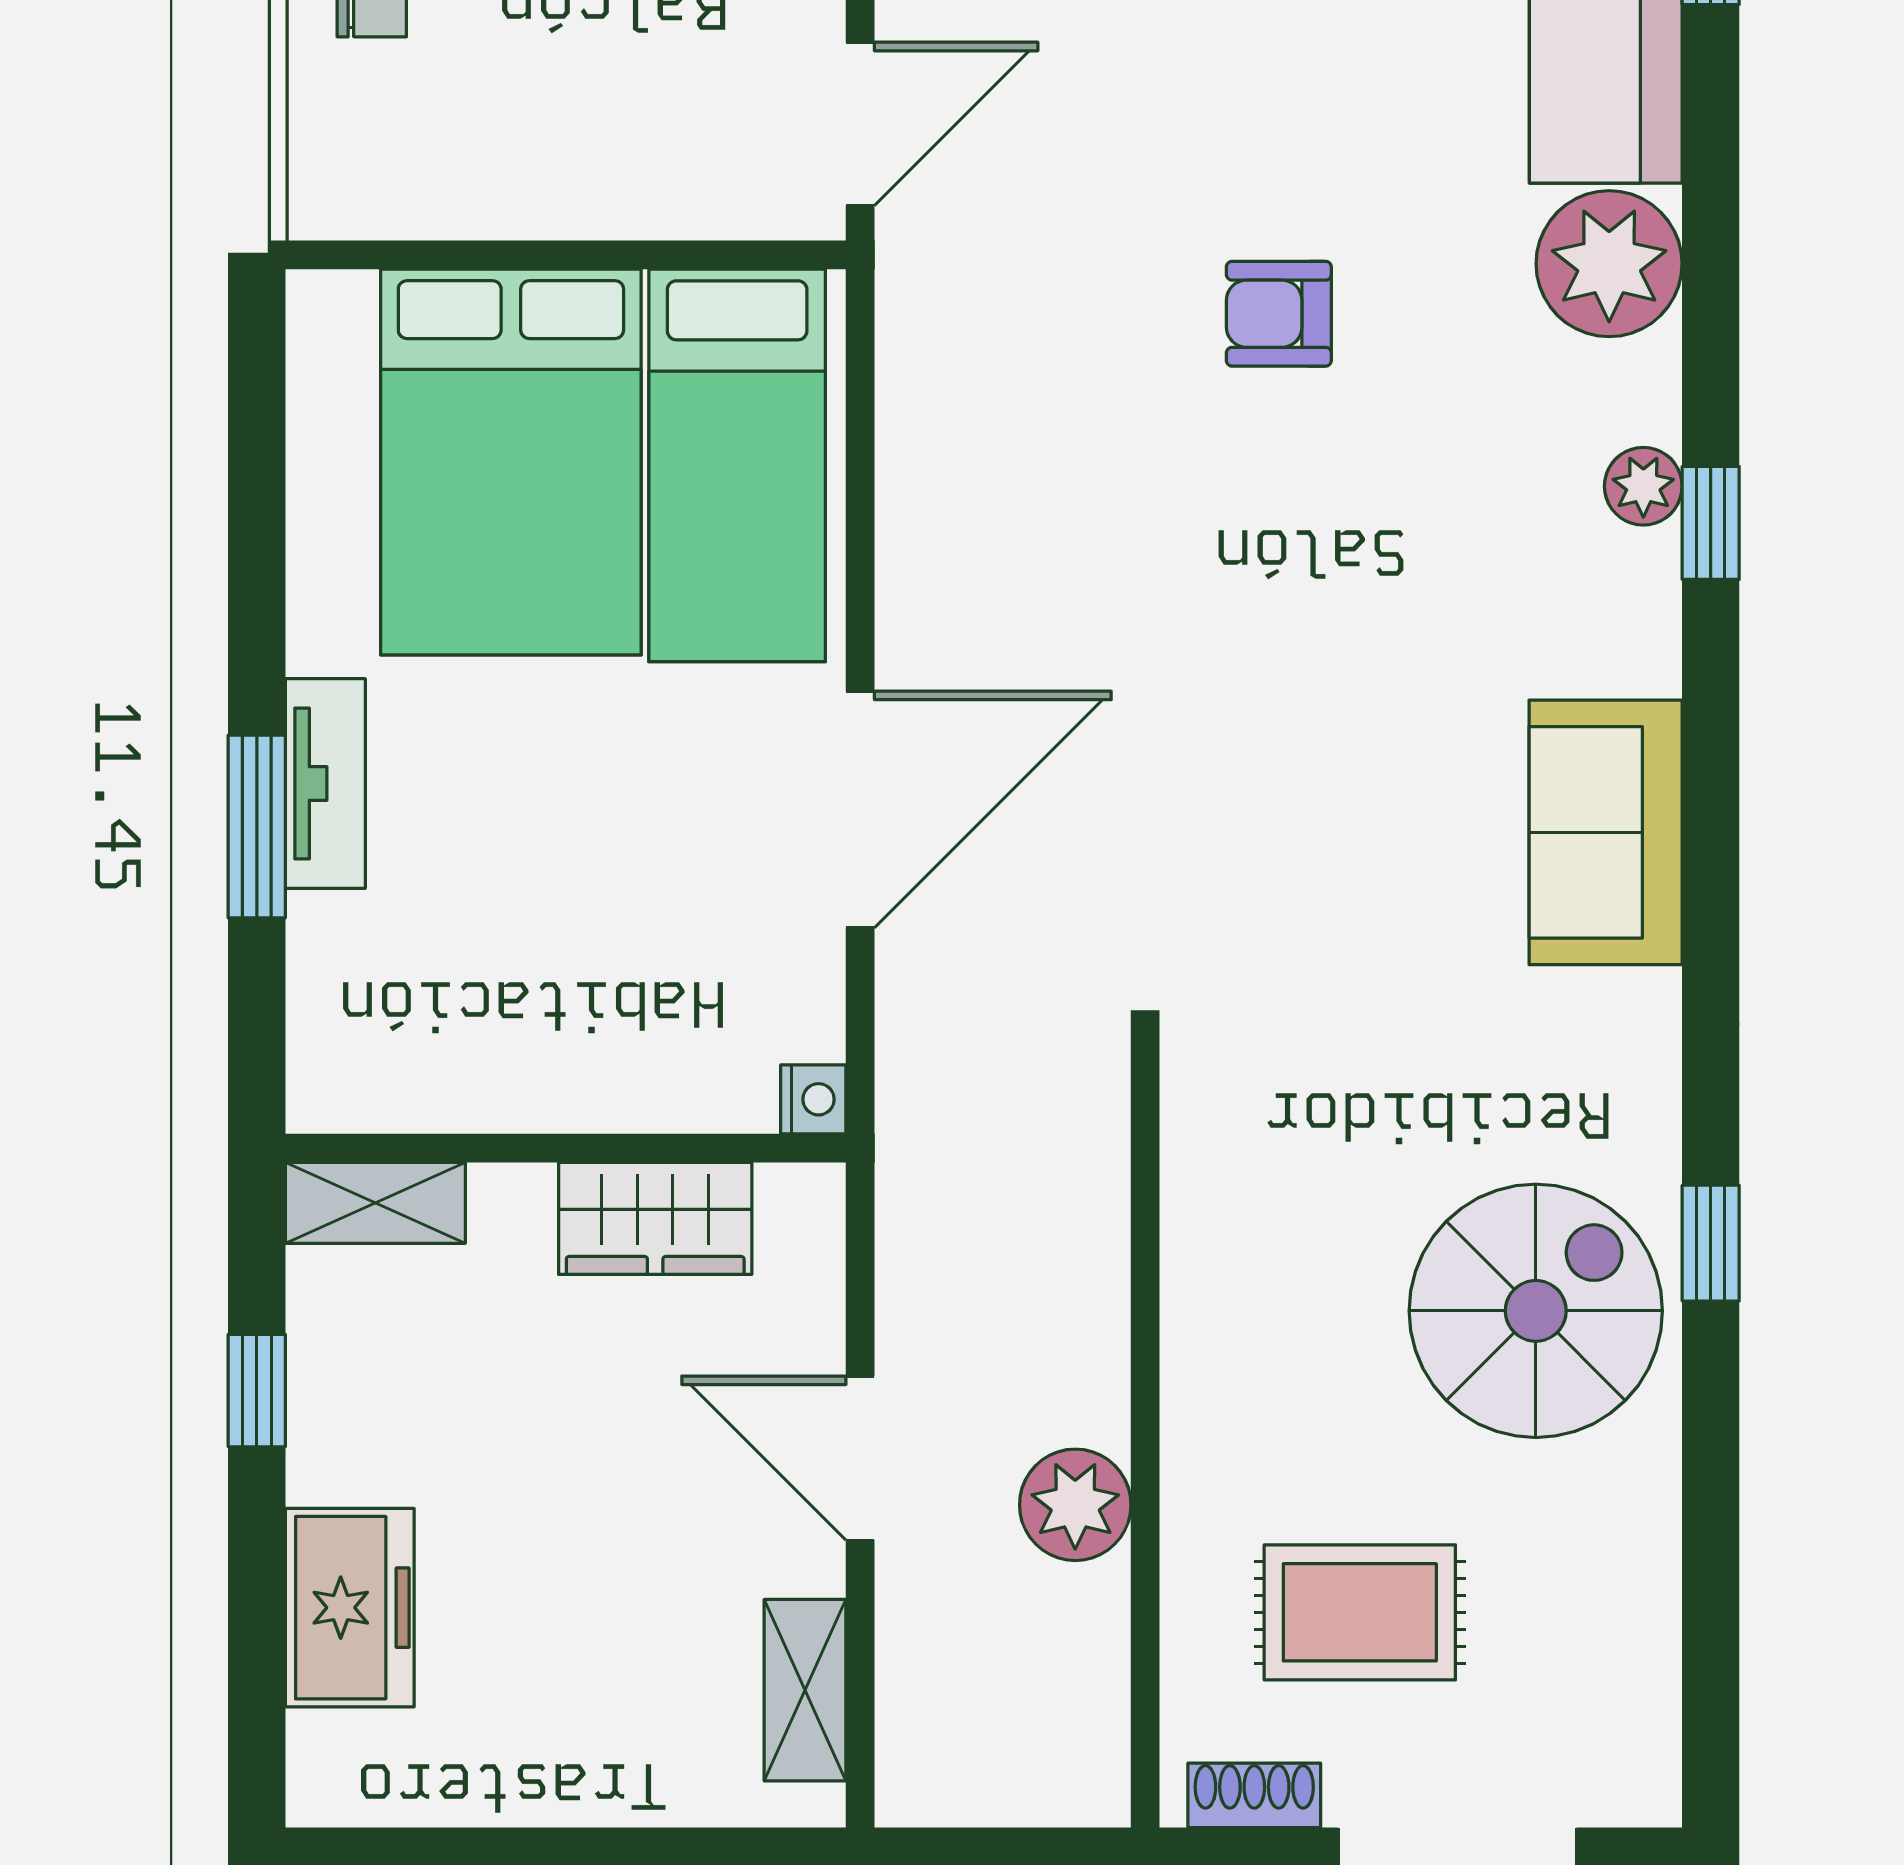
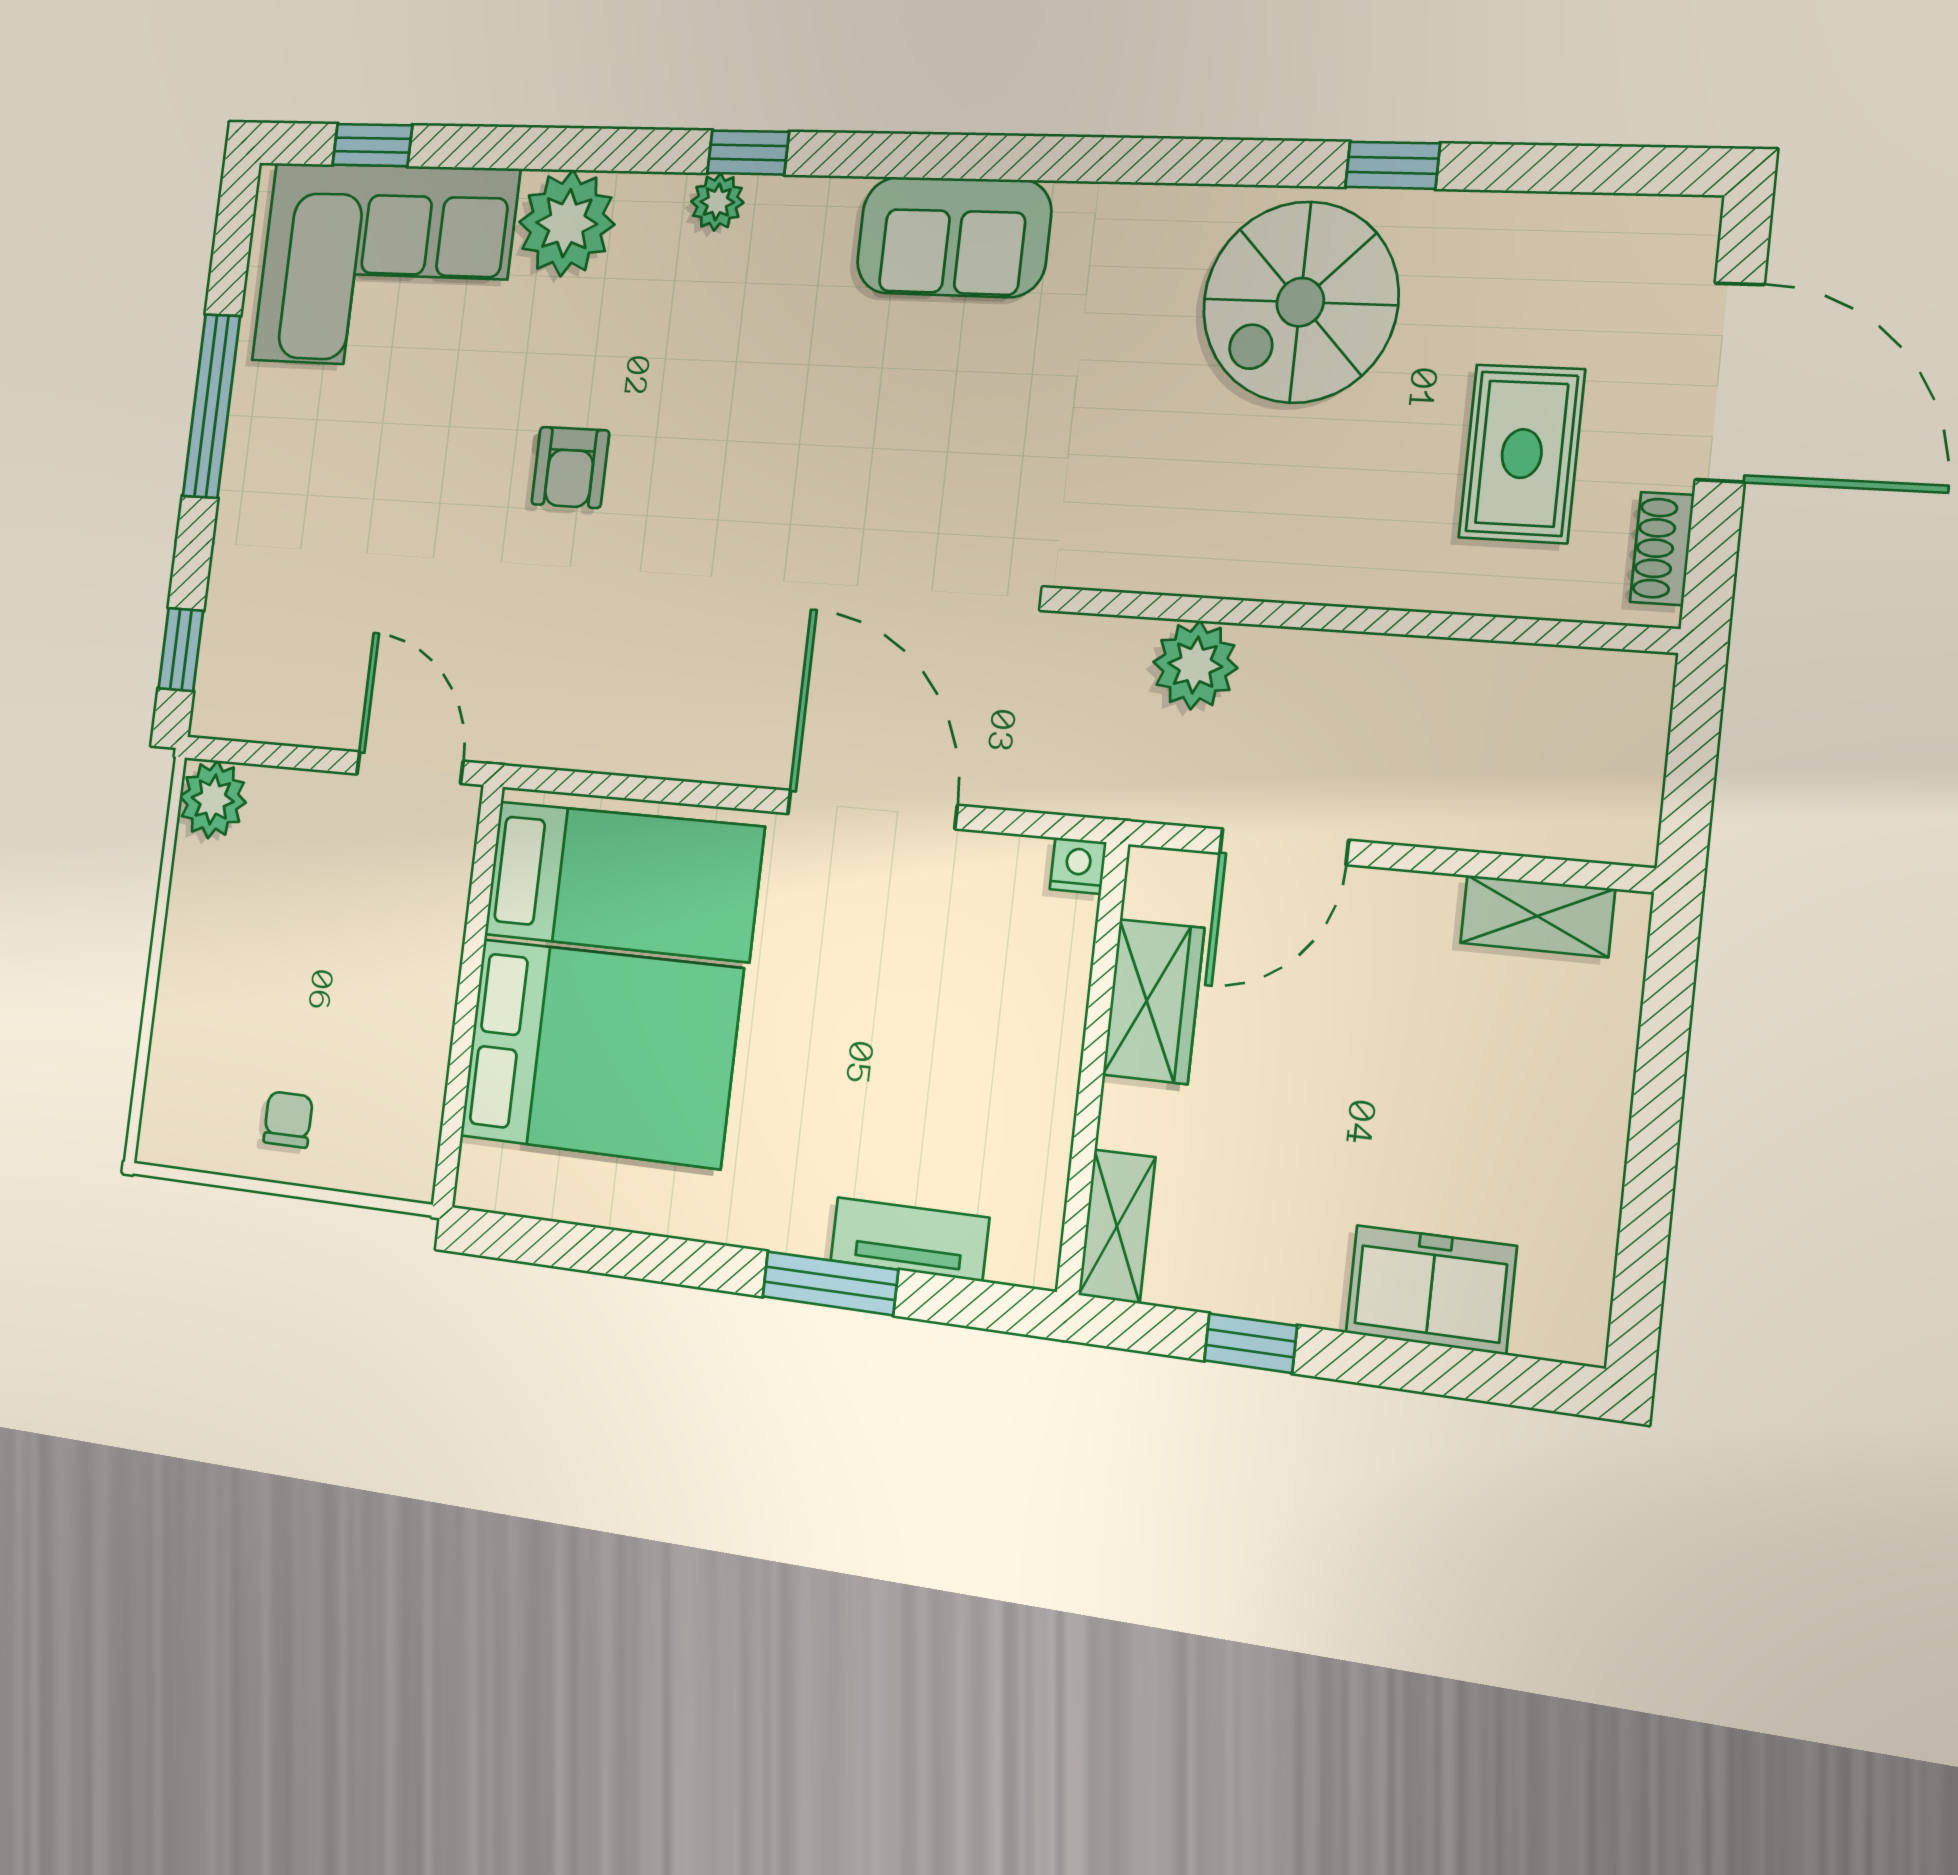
tv unit: (325, 783) -> (909, 1239), moved
window: (1711, 1243) -> (1393, 165), moved
spiral stairs: (1536, 1311) -> (1300, 302), turned -90
door: (860, 1458) -> (1284, 847), moved
plant: (1075, 1505) -> (1195, 665), moved

